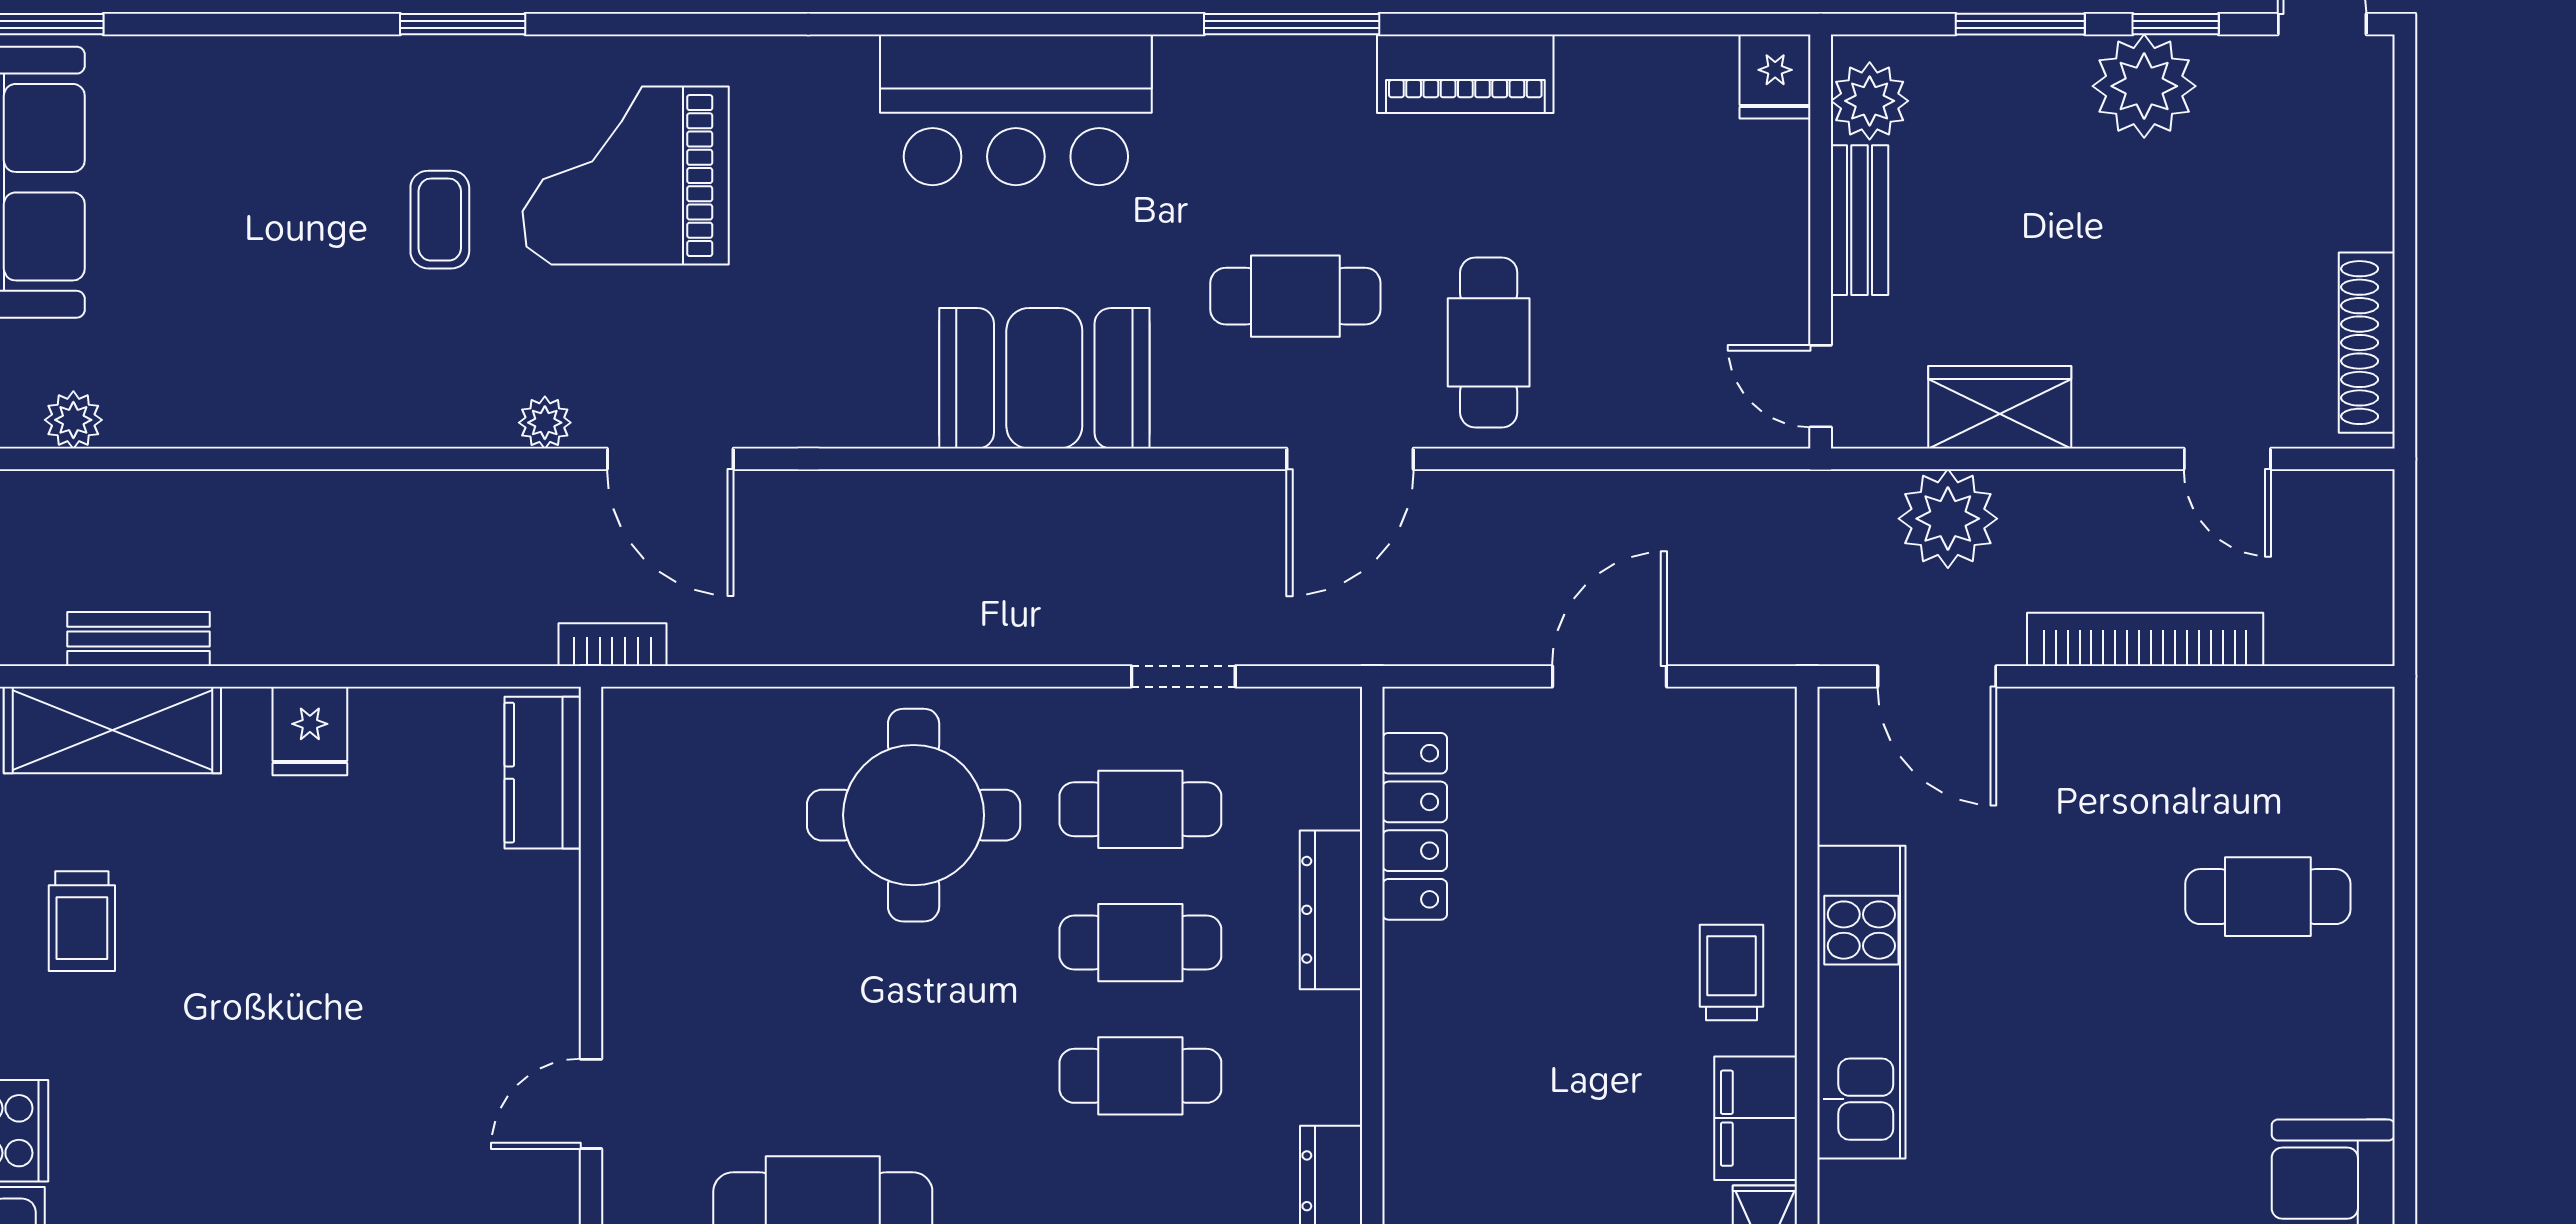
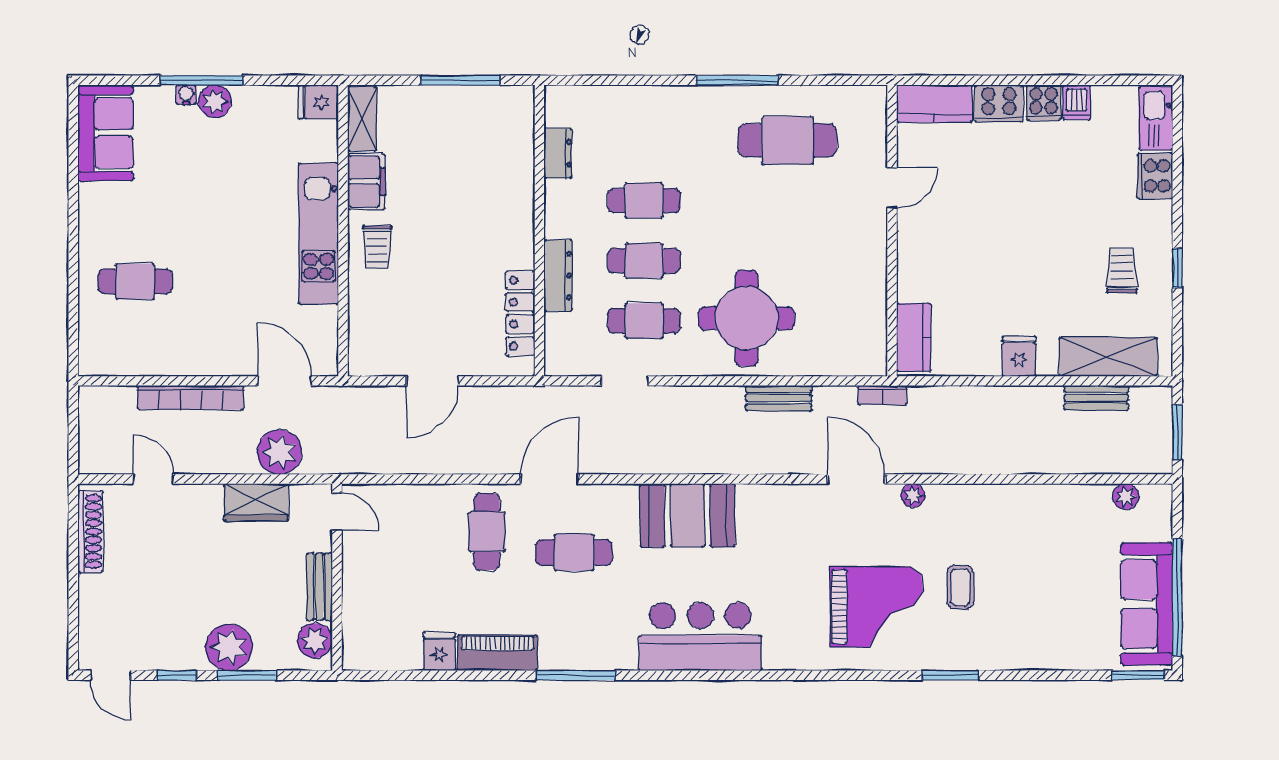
fridge: (1775, 77) -> (439, 652), moved
plant: (2144, 86) -> (229, 647), moved
bench: (842, 638) -> (779, 398), added

